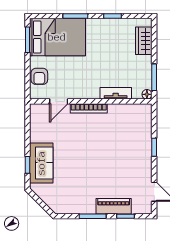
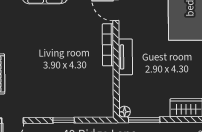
tv unit: (116, 93) -> (125, 57), moved

